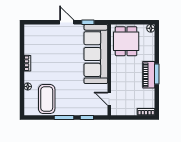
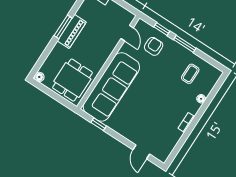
door: (67, 22) -> (141, 152), moved
coffee table: (47, 99) -> (190, 74), width x0.54, depth x0.58
armchair: (85, 102) -> (154, 46), added

